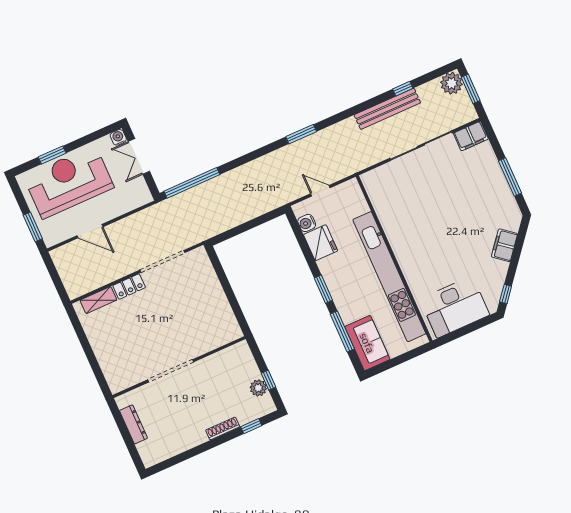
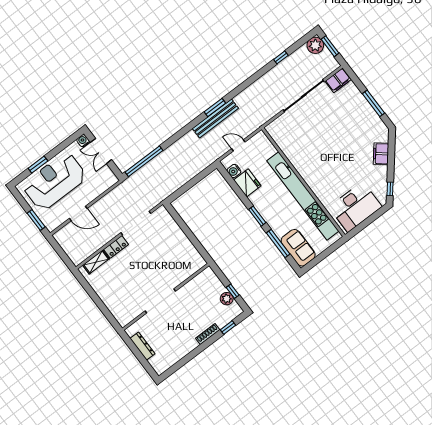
bench: (387, 109) -> (215, 118), moved

